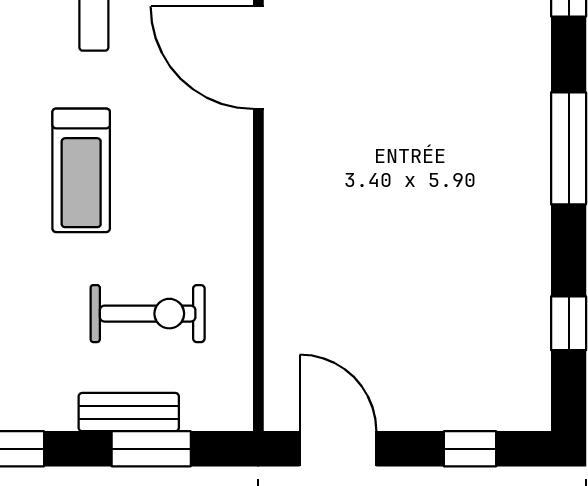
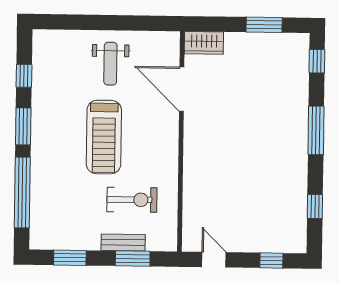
treadmill: (81, 170) -> (104, 137), width x1.37, depth x1.38
door: (338, 449) -> (214, 260), width x0.73

